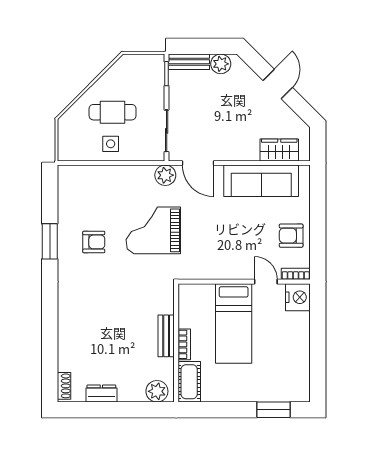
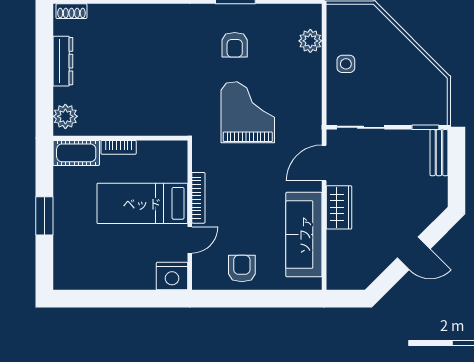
plant: (221, 64) -> (437, 189), removed
cafe table: (113, 112) -> (382, 66), removed
wardrobe: (279, 150) -> (339, 207), moved
plant: (165, 175) -> (310, 41), moved
bookcase: (296, 274) -> (198, 198), moved, width x1.56
bench: (166, 336) -> (128, 127), removed
dresser: (101, 394) -> (63, 61), width x1.44
window: (273, 410) -> (44, 216), moved

